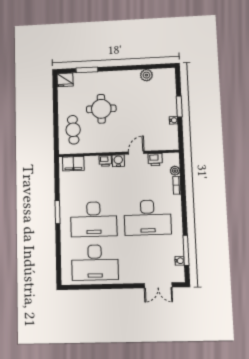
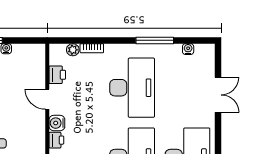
window: (186, 250) -> (155, 40), moved
double door: (158, 285) -> (218, 95), moved

